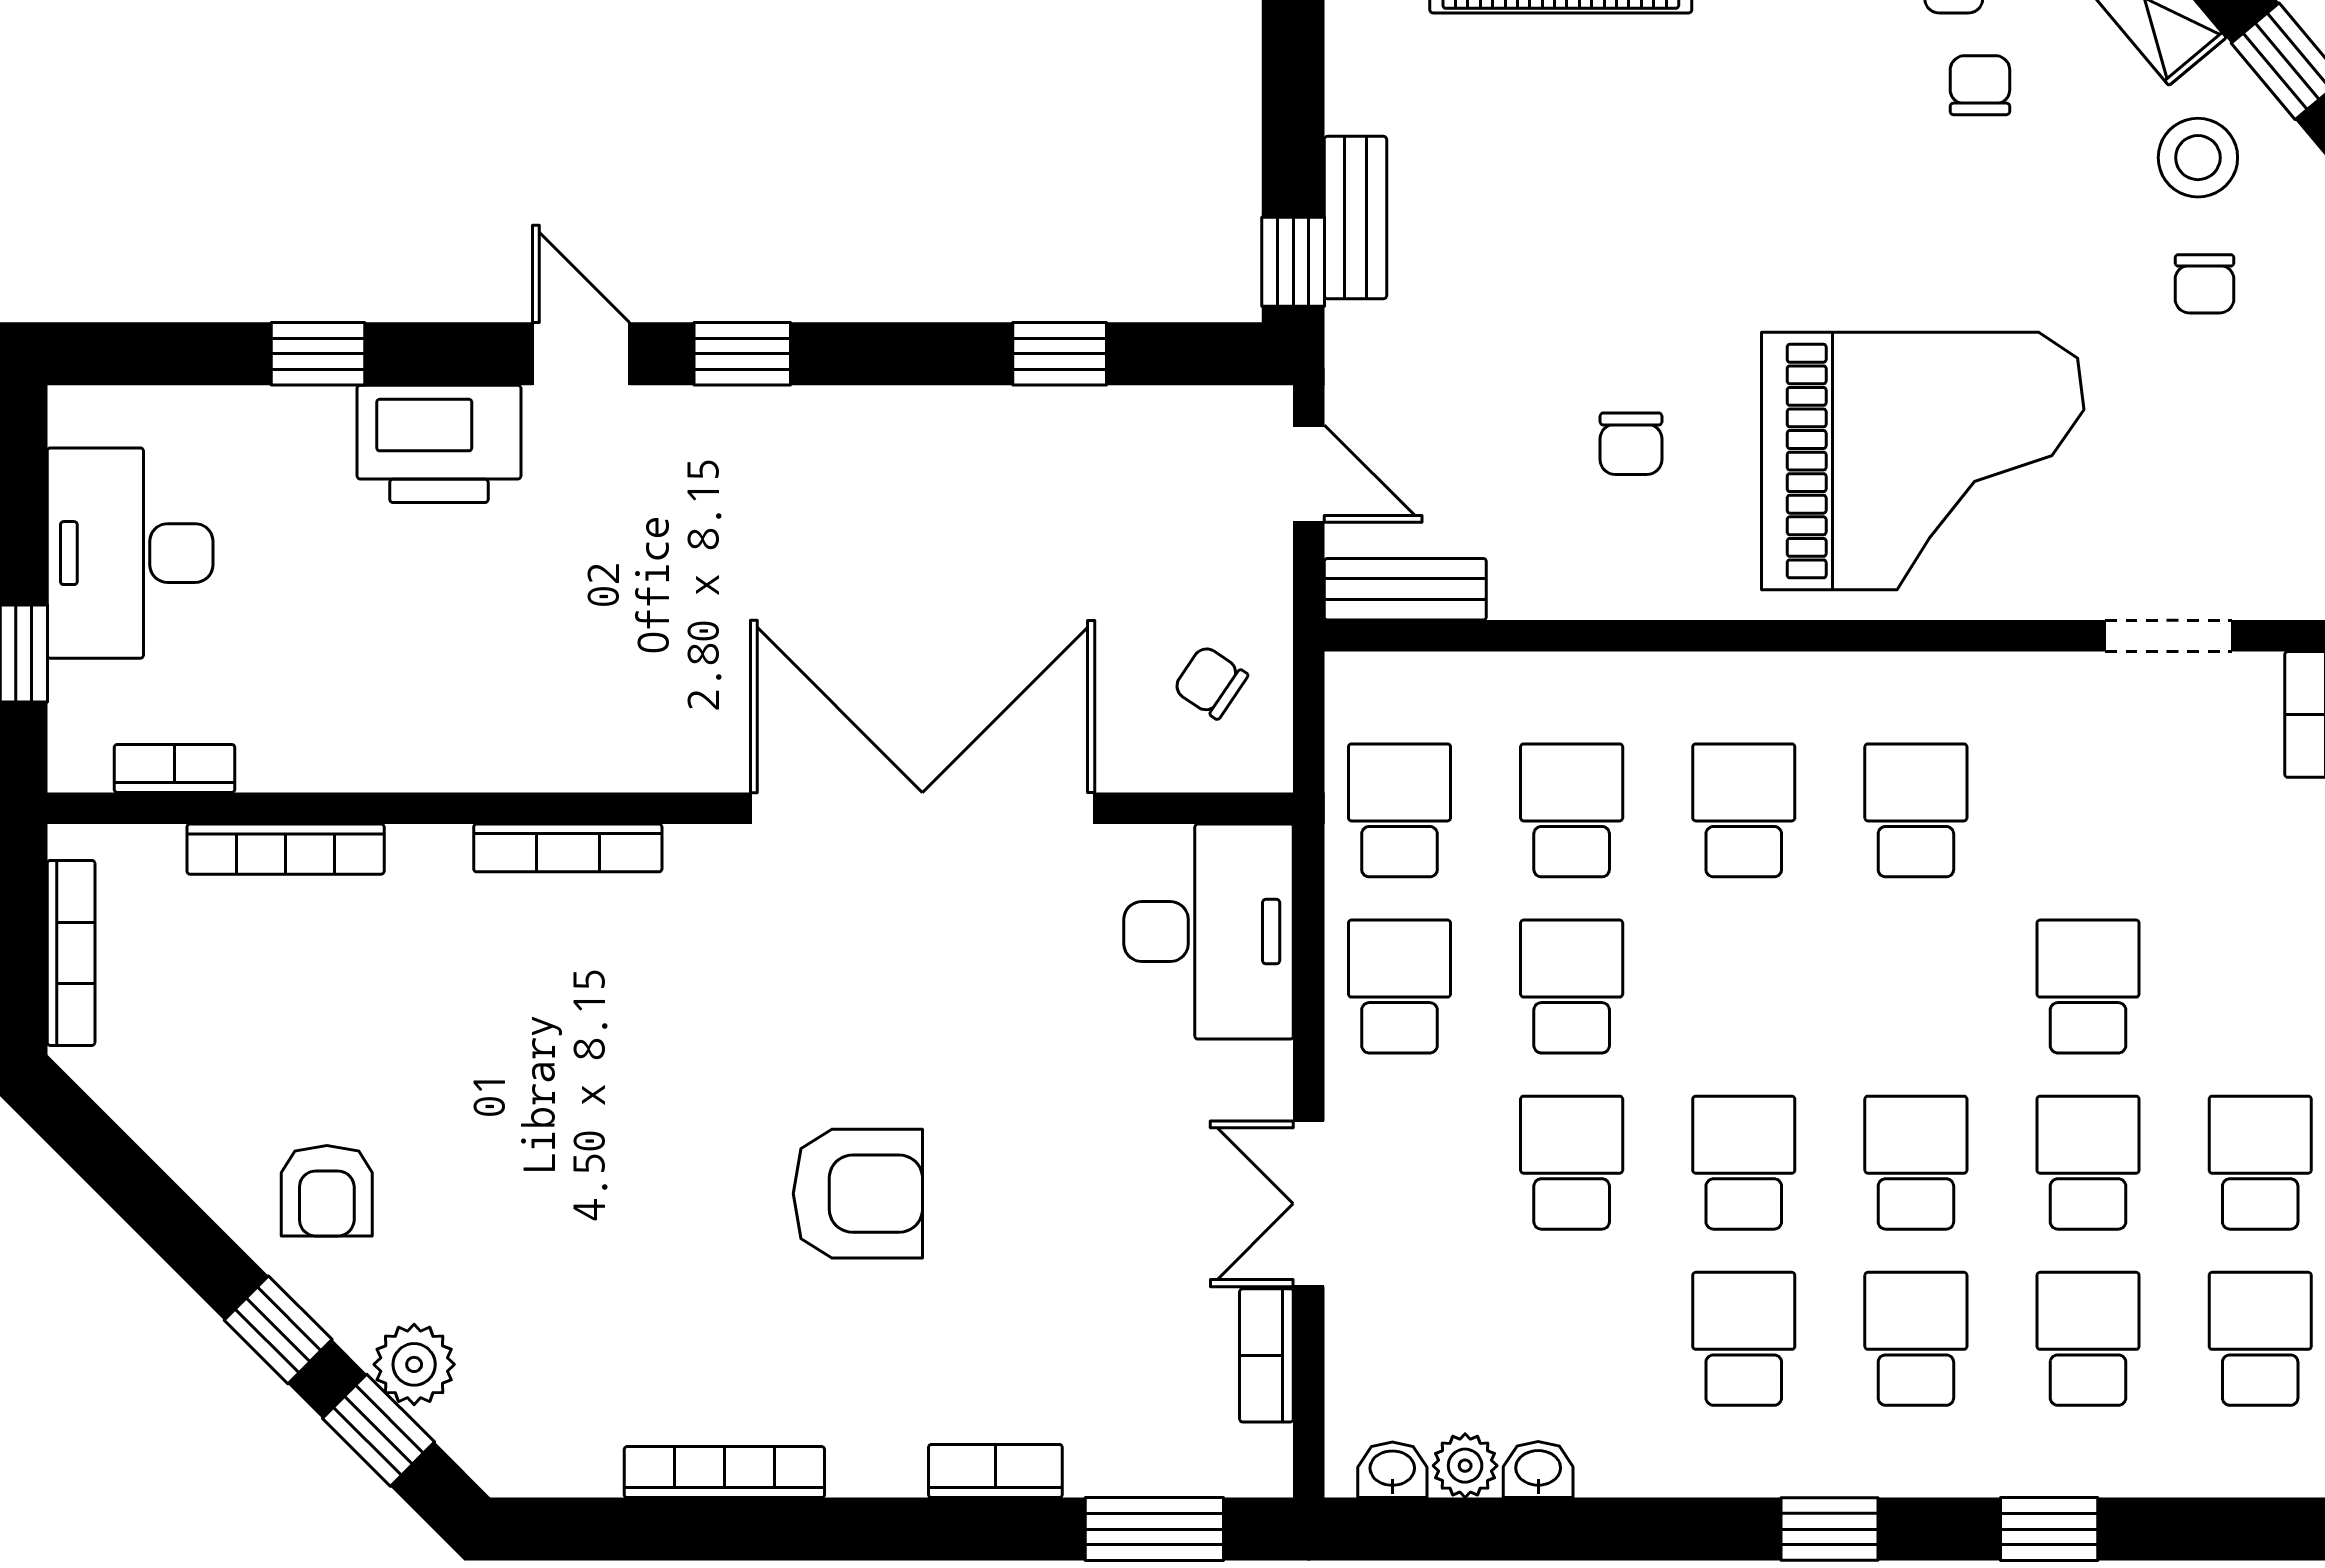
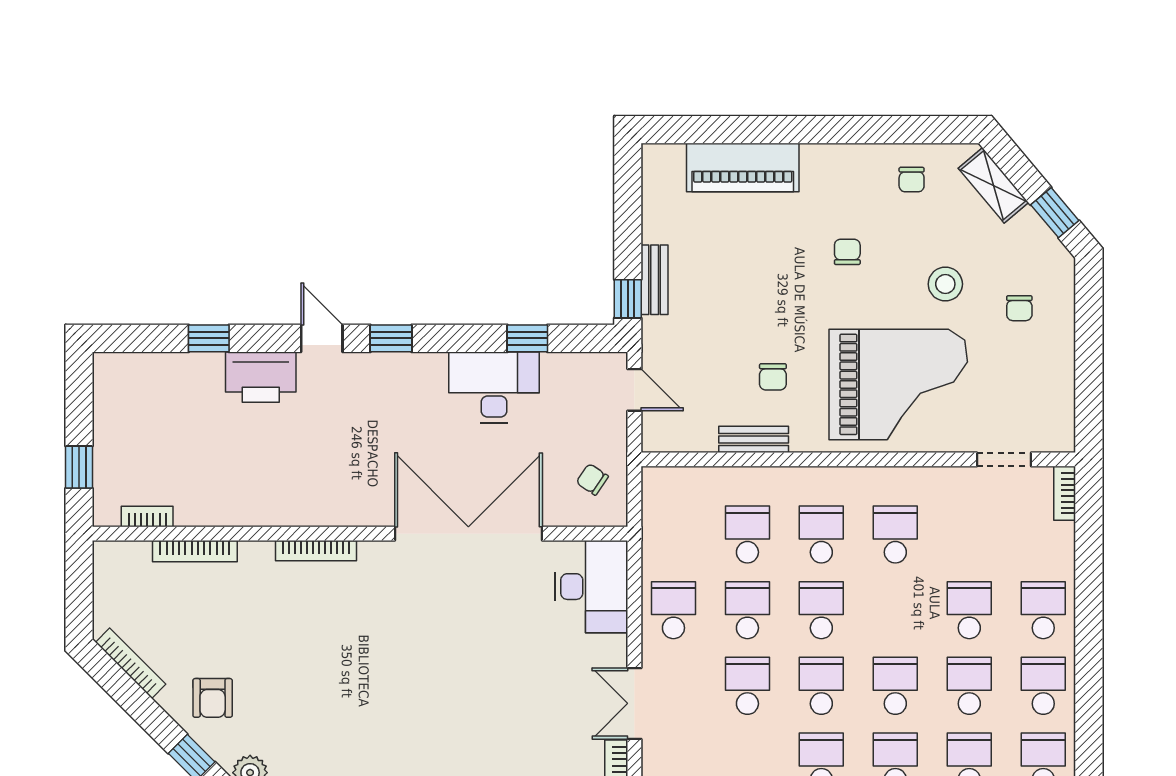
chair: (1980, 85) -> (847, 252), moved
stool: (2198, 158) -> (945, 284), moved
desk: (130, 553) -> (494, 387), moved, turned 90
bench: (1405, 589) -> (754, 439), moved
school desk: (1399, 810) -> (821, 610), moved
bookcase: (71, 953) -> (131, 663), moved, turned -45
school desk: (2260, 987) -> (1043, 610), added
armchair: (858, 1194) -> (441, 699), removed

